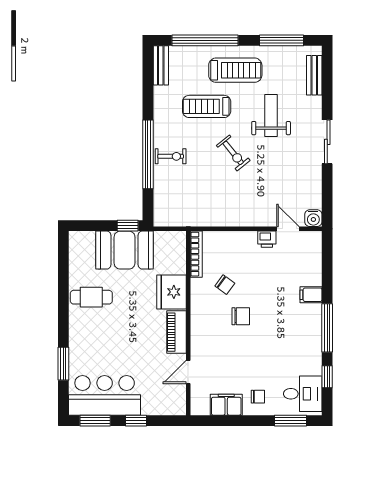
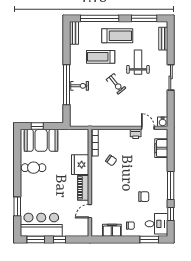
window: (128, 226) -> (37, 126), moved
booth: (125, 250) -> (41, 140), moved
filing cabinet: (311, 295) -> (161, 148), moved, width x2.00
chair: (241, 316) -> (144, 197), moved

